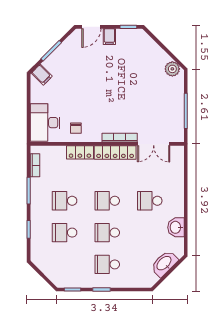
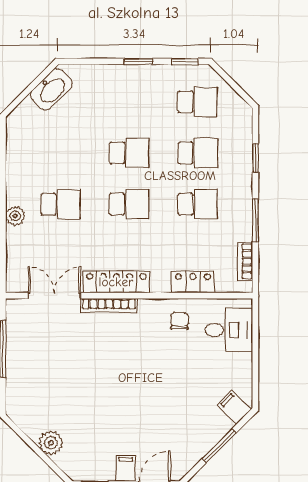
plant: (172, 69) -> (51, 443), moved
desk: (45, 123) -> (229, 330), width x0.73
locker: (80, 152) -> (193, 282), moved
plant: (178, 193) -> (15, 216), added
washbasin: (176, 227) -> (19, 161), removed
washbasin: (164, 263) -> (51, 89), moved
school desk: (107, 264) -> (198, 102), moved

